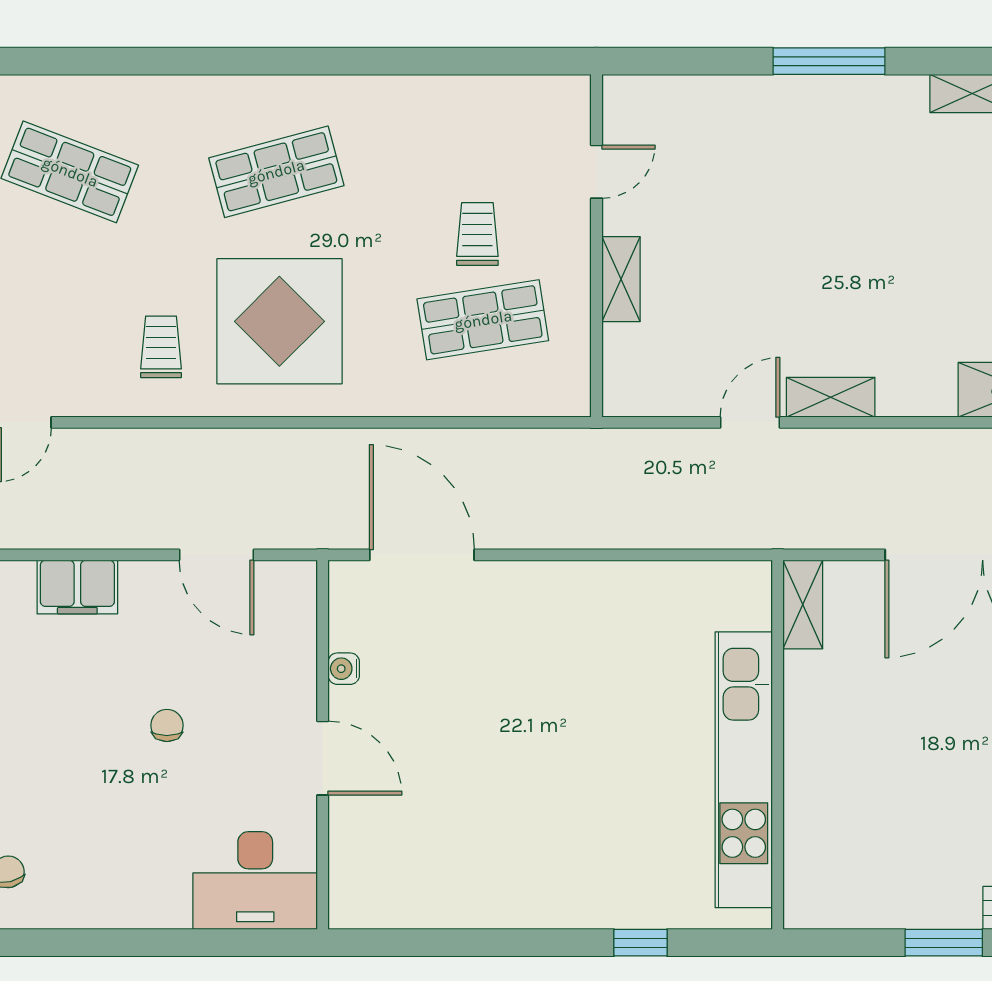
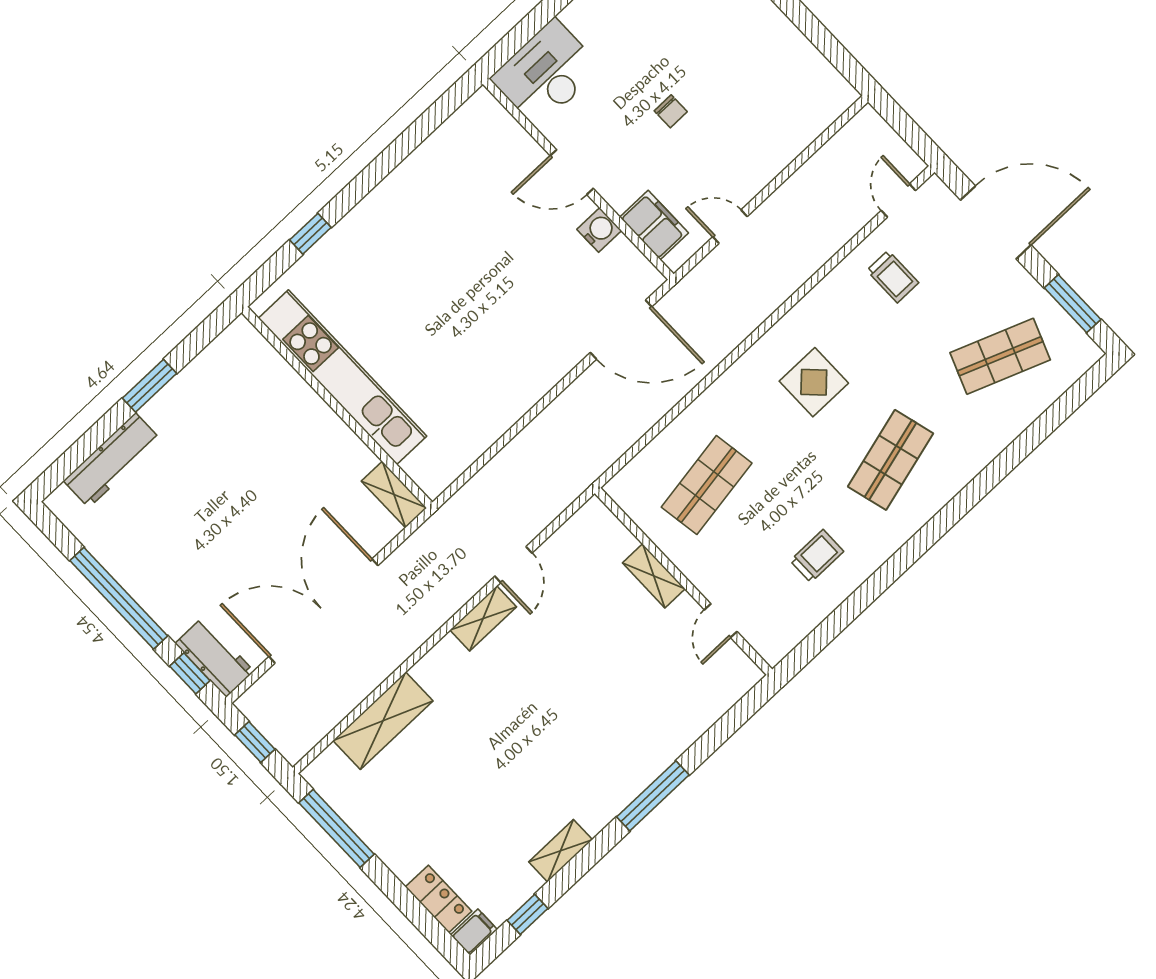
trolley: (477, 234) -> (817, 556), moved, turned -90
display table: (279, 321) -> (814, 382), width x0.54, depth x0.54
trolley: (161, 347) -> (893, 277), moved
door: (217, 555) -> (730, 227), width x0.73
filing cabinet: (77, 587) -> (654, 225), moved, turned 90
water cooler: (344, 669) -> (599, 230), width x1.38, depth x1.38

